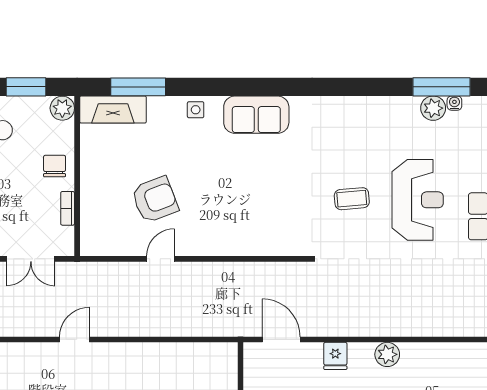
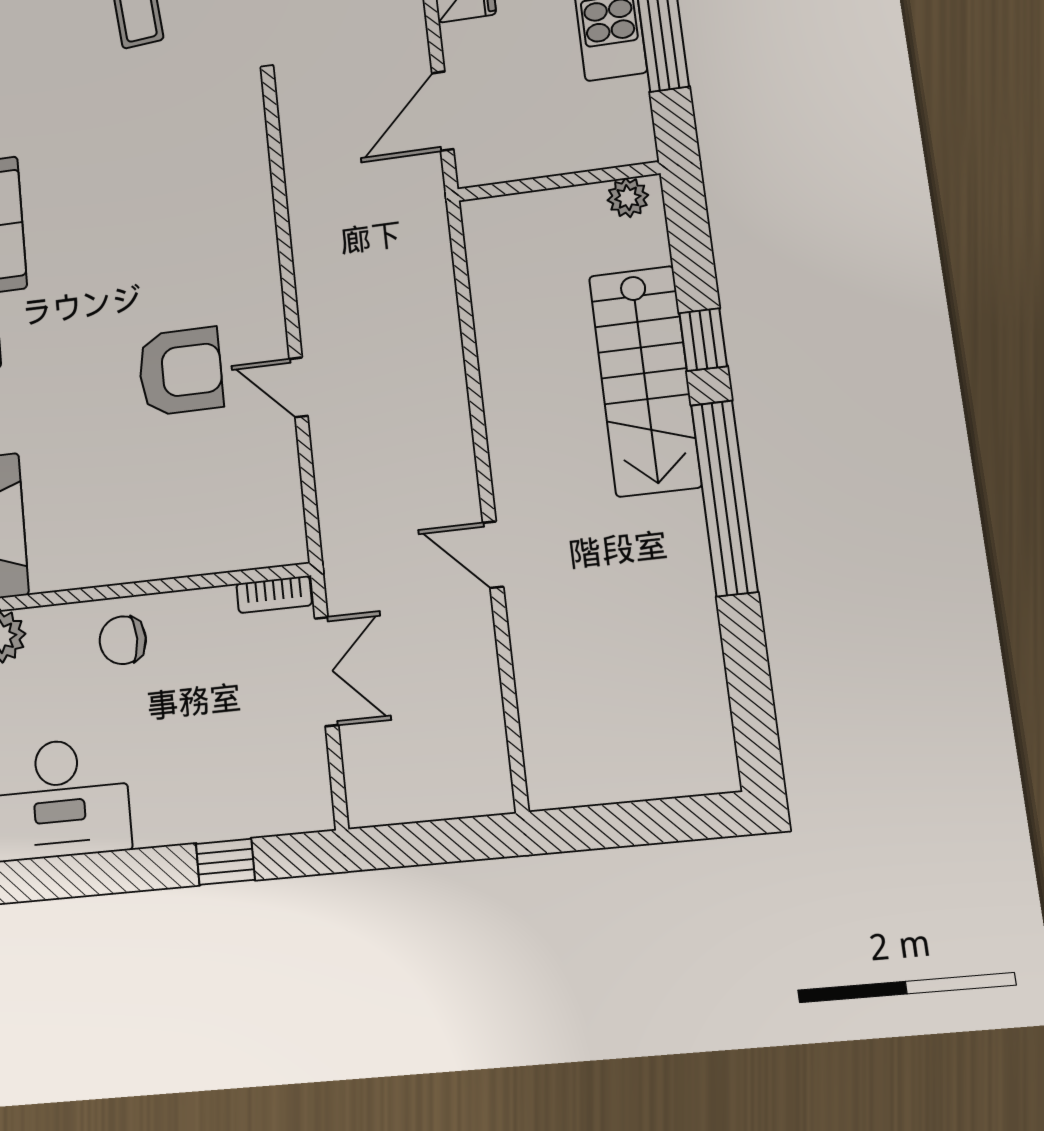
armchair: (155, 200) -> (180, 371), moved, turned 111
bookcase: (68, 208) -> (274, 594), moved

